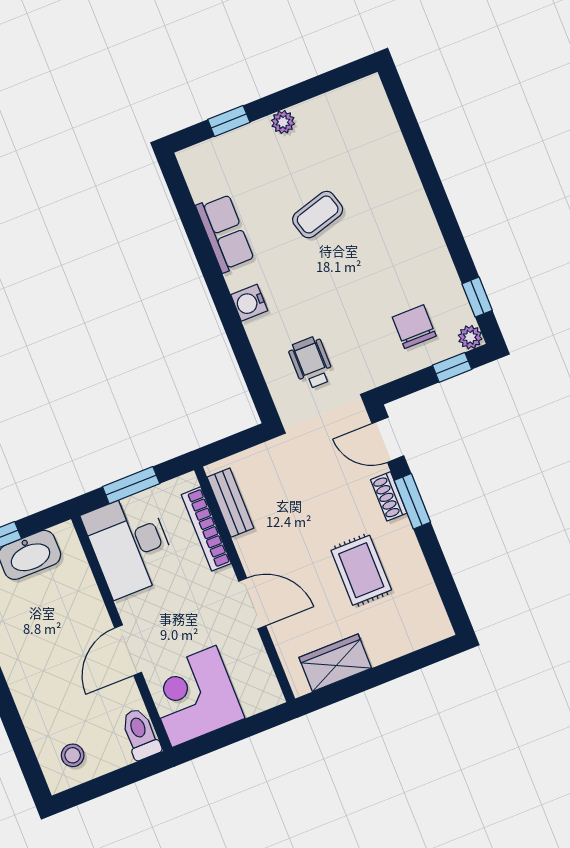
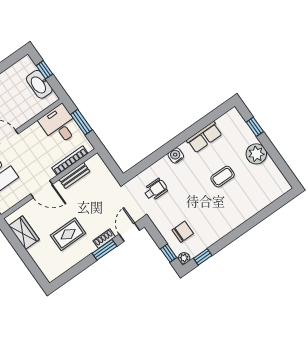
plant: (283, 122) -> (256, 154), width x1.87, depth x1.87
coffee table: (318, 215) -> (223, 177), turned -74
bench: (230, 503) -> (74, 175), moved
desk: (130, 545) -> (59, 125), width x0.73
door: (252, 604) -> (41, 189), hinge flipped

